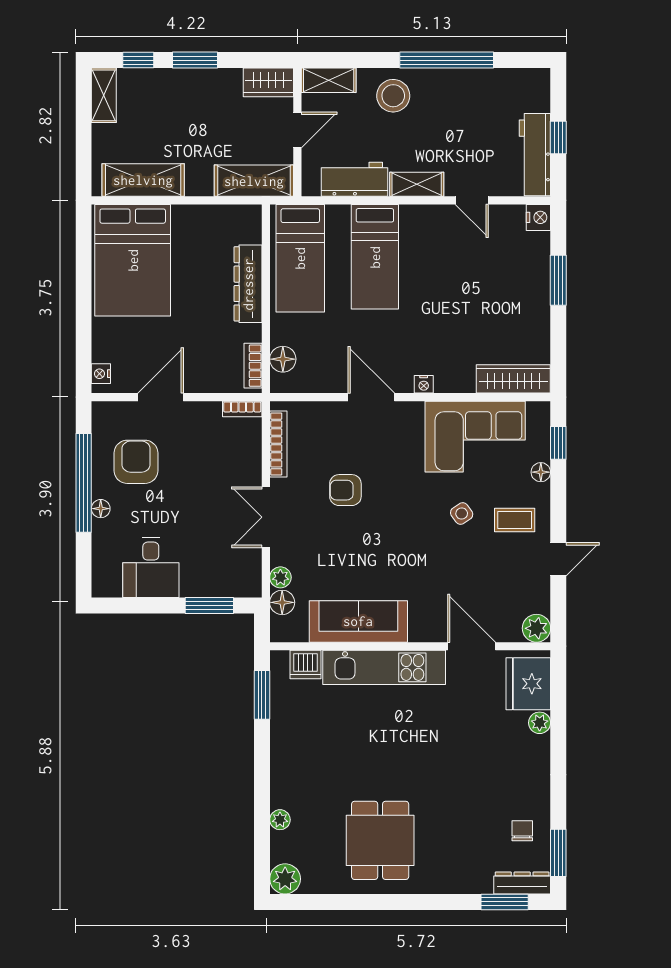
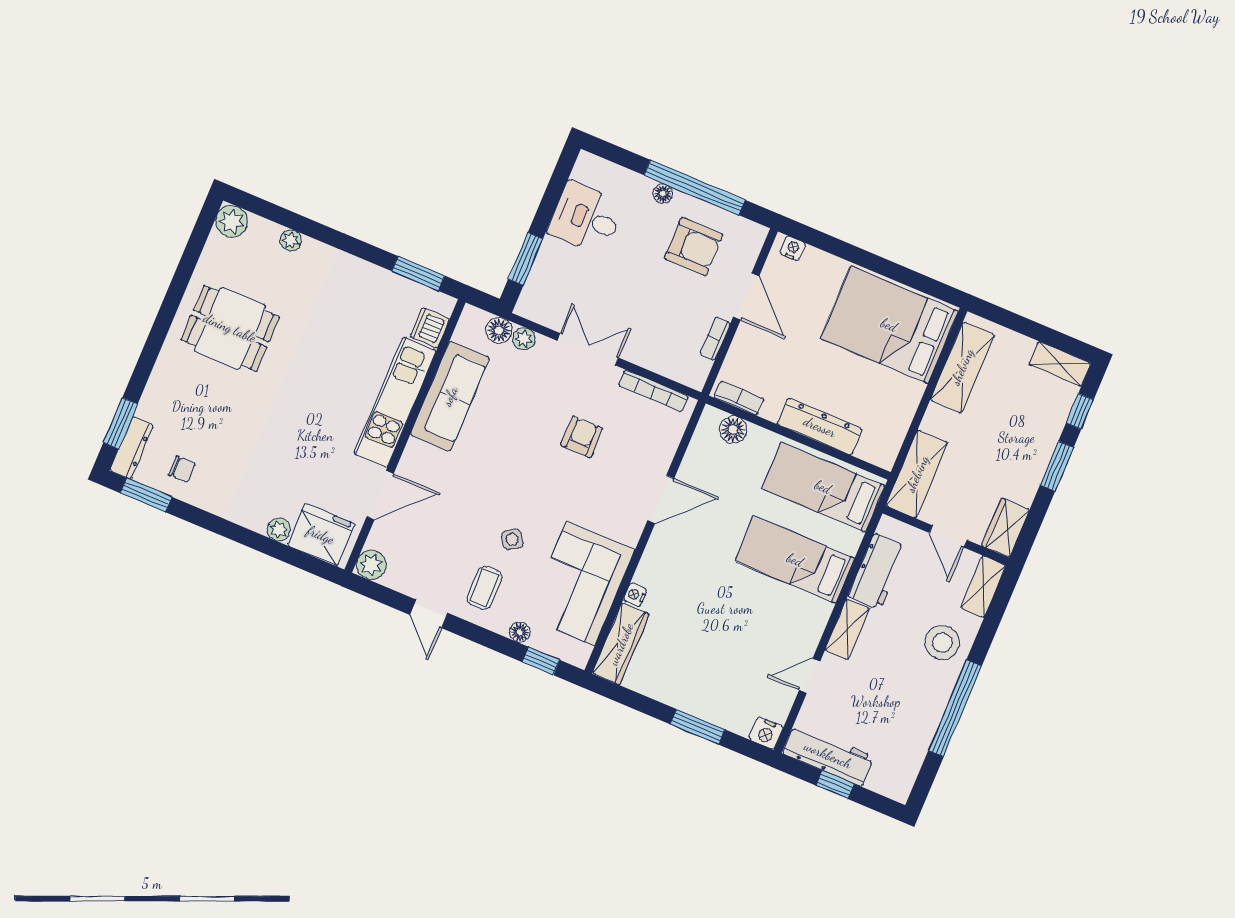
nightstand: (424, 384) -> (635, 595), moved
bookcase: (242, 409) -> (715, 339), moved

